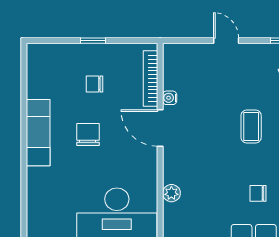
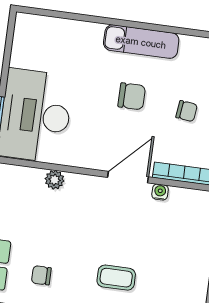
chair: (94, 84) -> (187, 111), turned 97
chair: (258, 193) -> (41, 275), turned -90

